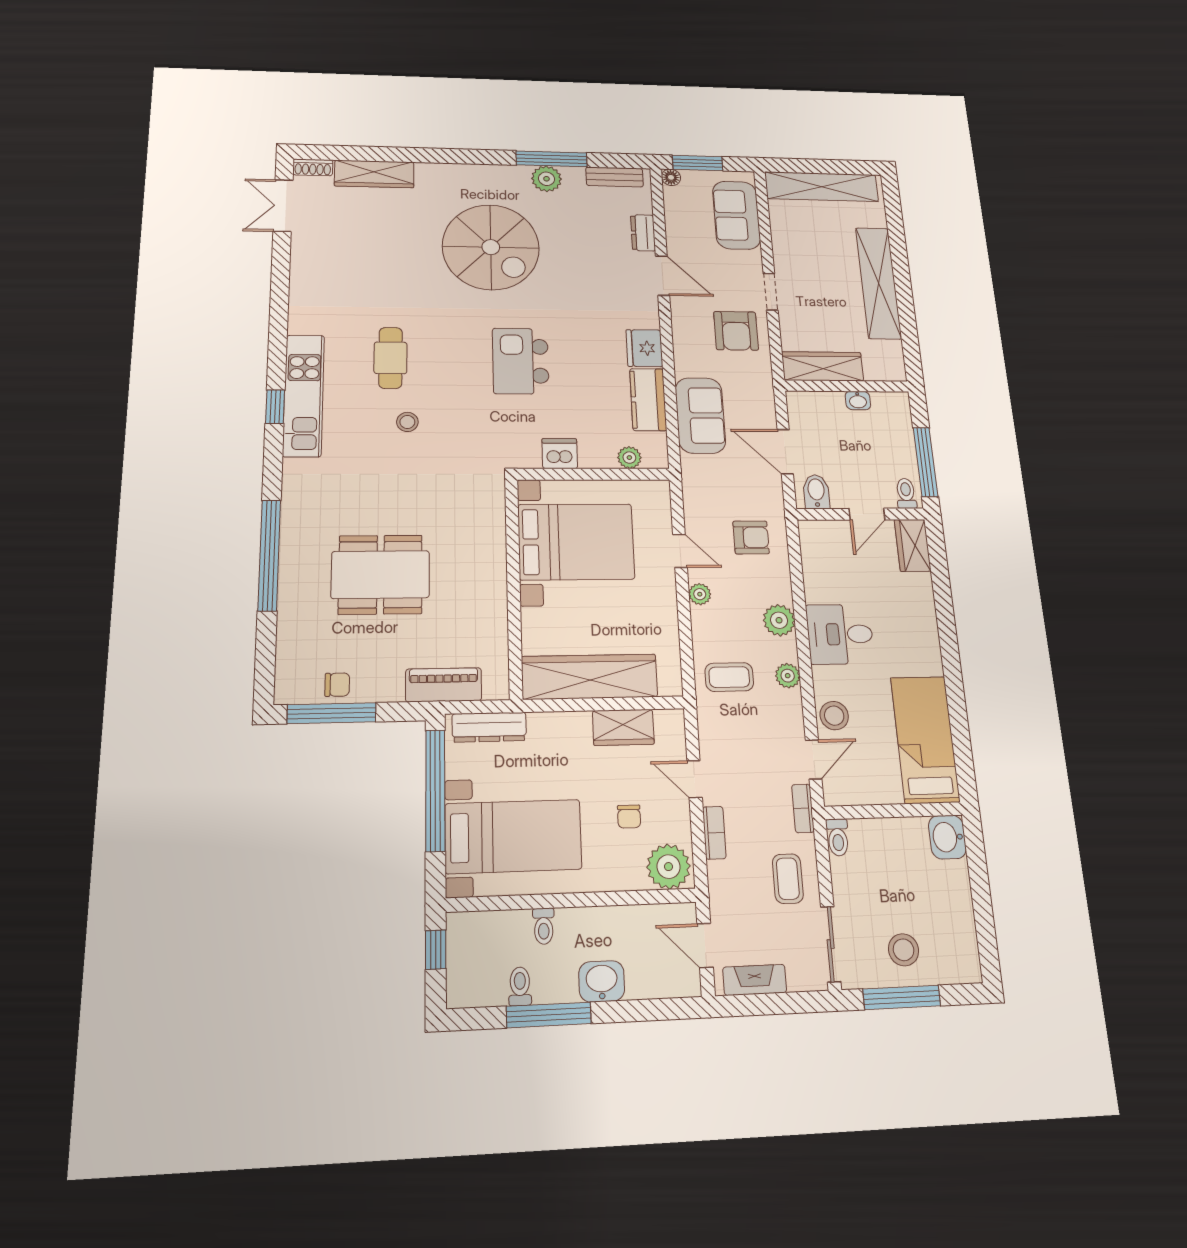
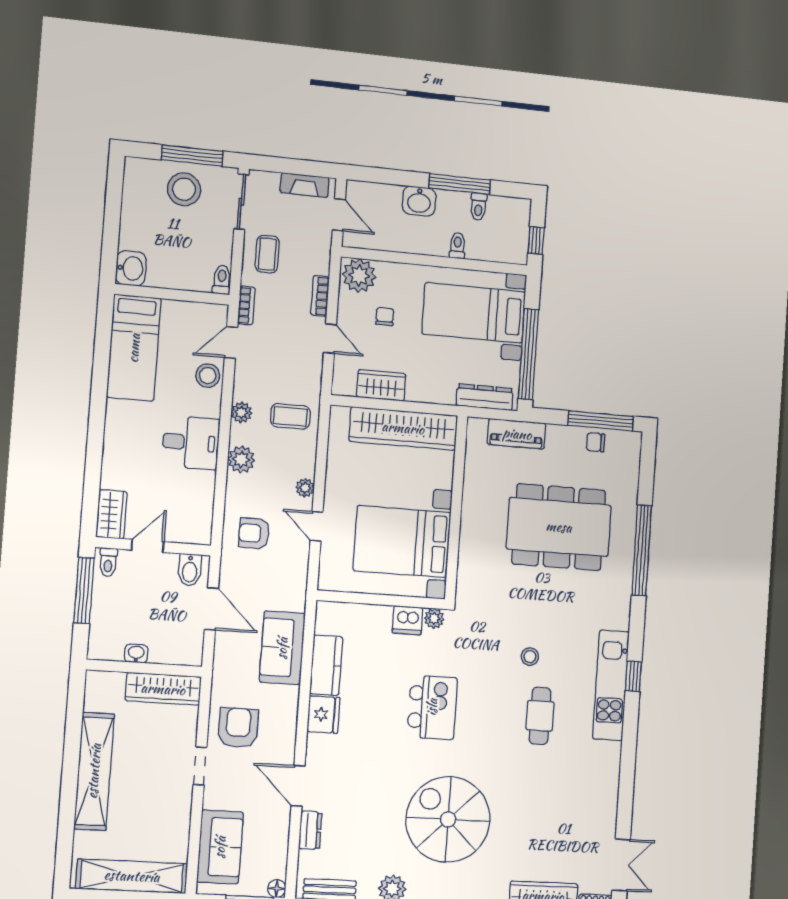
plant: (629, 458) -> (434, 618), moved
dining table: (380, 575) -> (559, 527), width x1.36, depth x1.24
stool: (904, 950) -> (184, 189), width x1.38, depth x1.38

